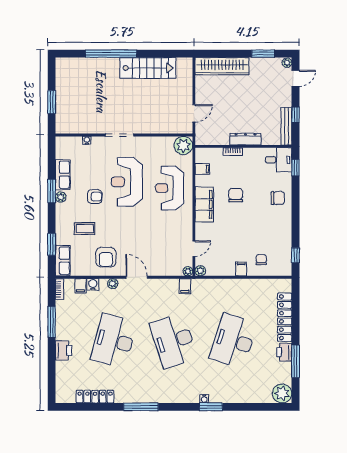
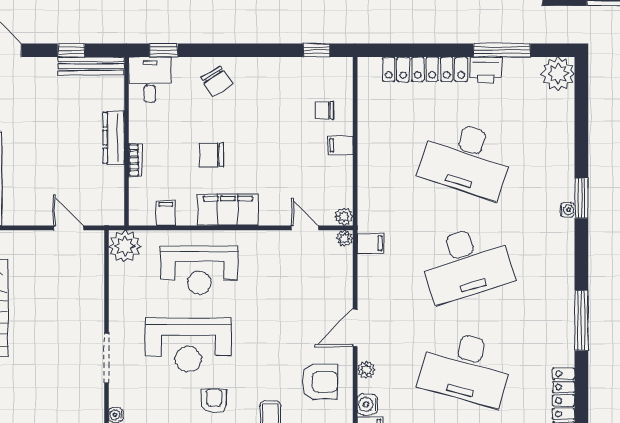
chair: (278, 198) -> (217, 81), turned 147

